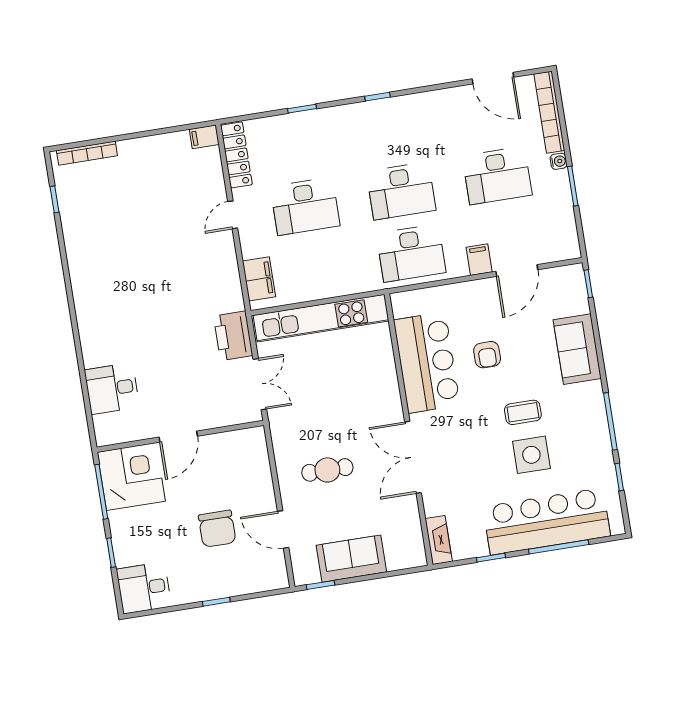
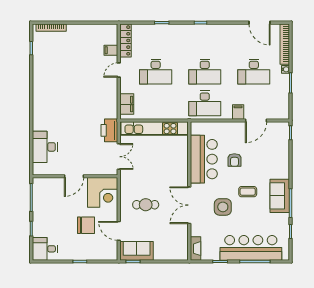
filing cabinet: (204, 137) -> (111, 50), moved
sofa: (577, 349) -> (280, 196), moved
desk: (112, 388) -> (45, 147), width x1.37
side table: (531, 455) -> (223, 207), moved
corner desk: (131, 477) -> (103, 192), moved, turned 90
chair: (217, 529) -> (86, 225), turned -90
sofa: (351, 559) -> (137, 251), moved

